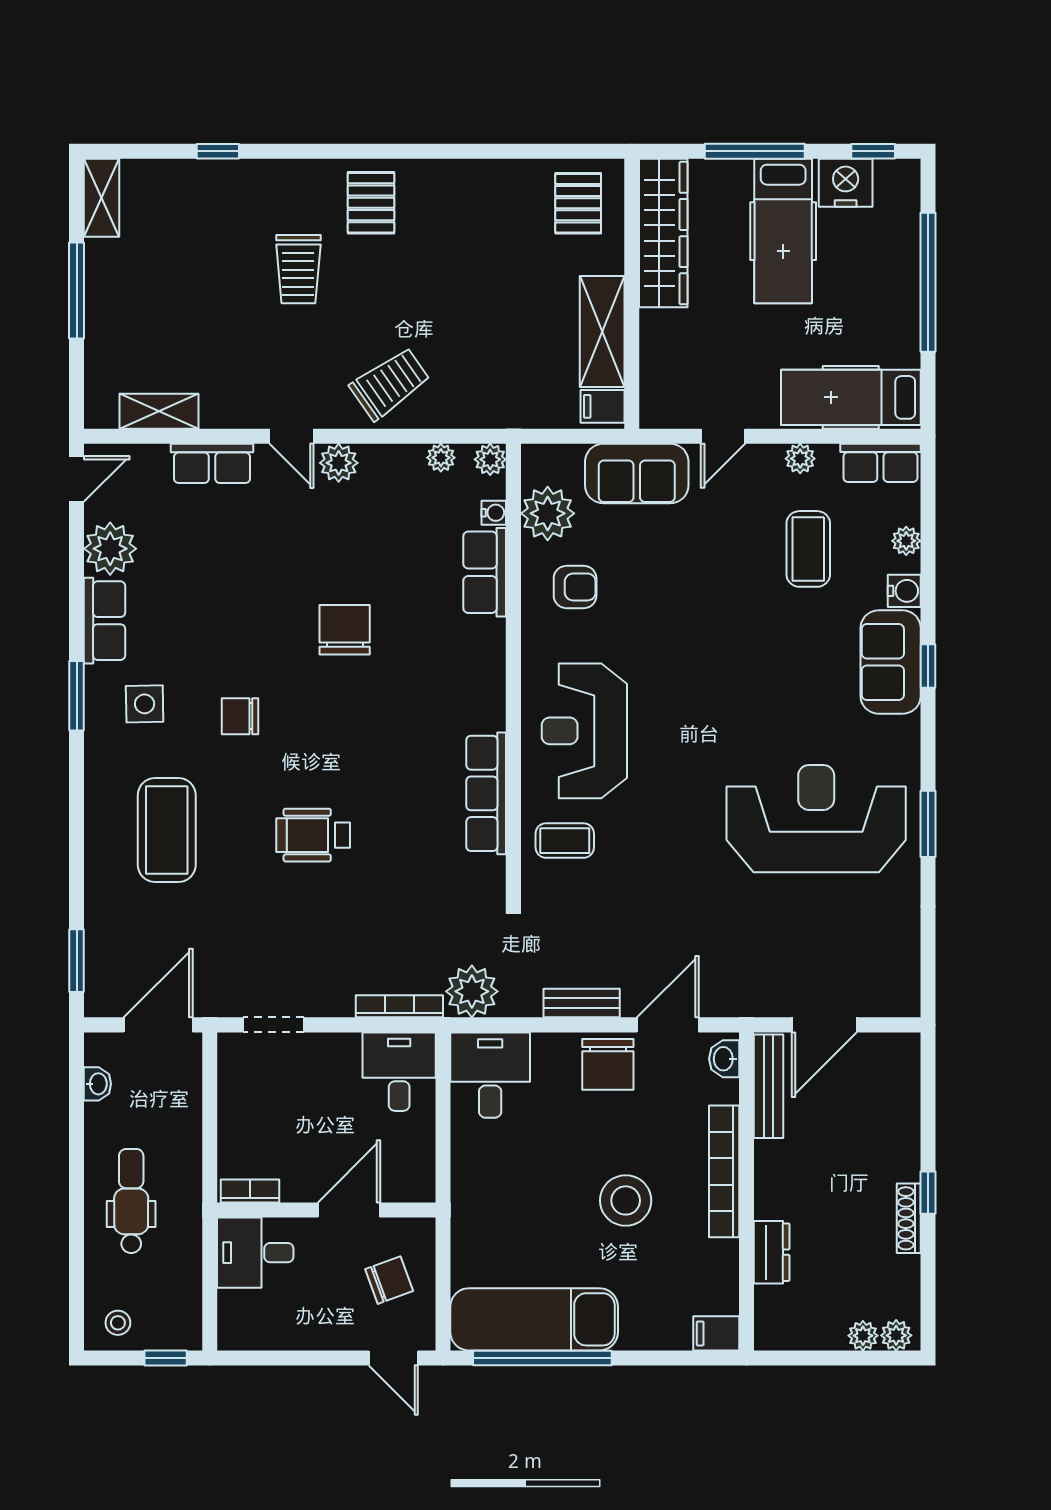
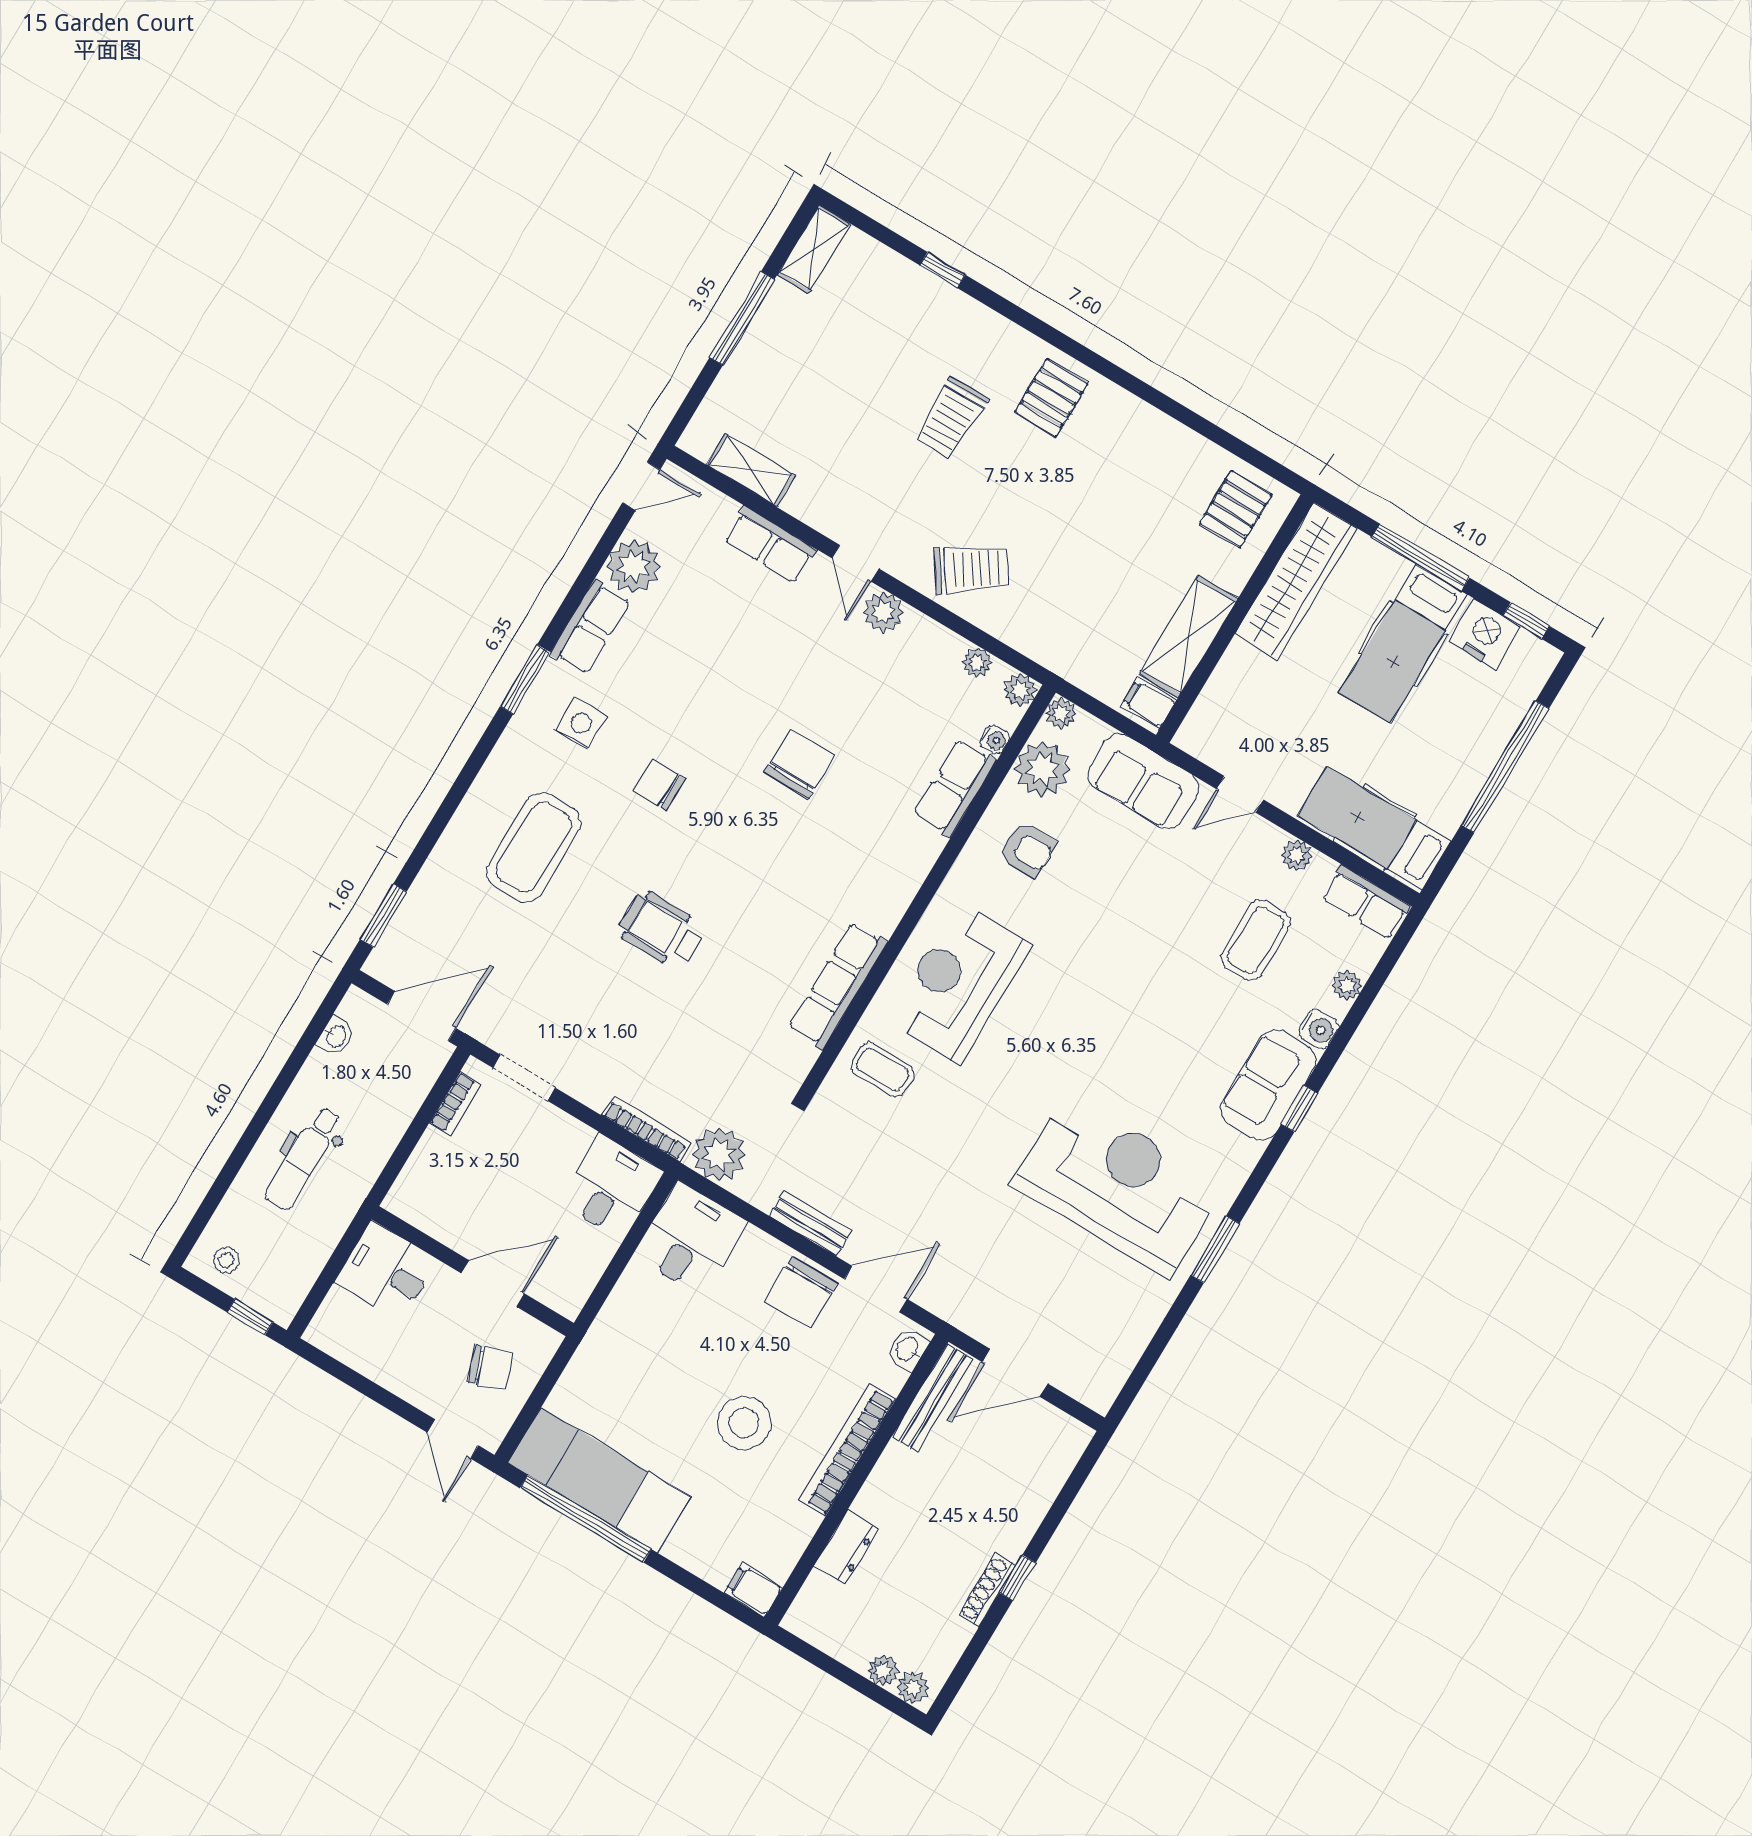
plant: (535, 458) -> (1061, 713), added
bookcase: (250, 1191) -> (455, 1103), moved, turned 90
dental chair: (131, 1201) -> (303, 1159), turned 180

